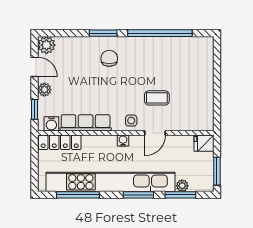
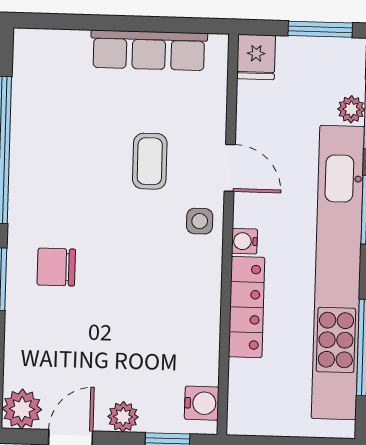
row of seats: (86, 123) -> (149, 50), moved, turned -90
locker: (60, 142) -> (247, 307), moved

